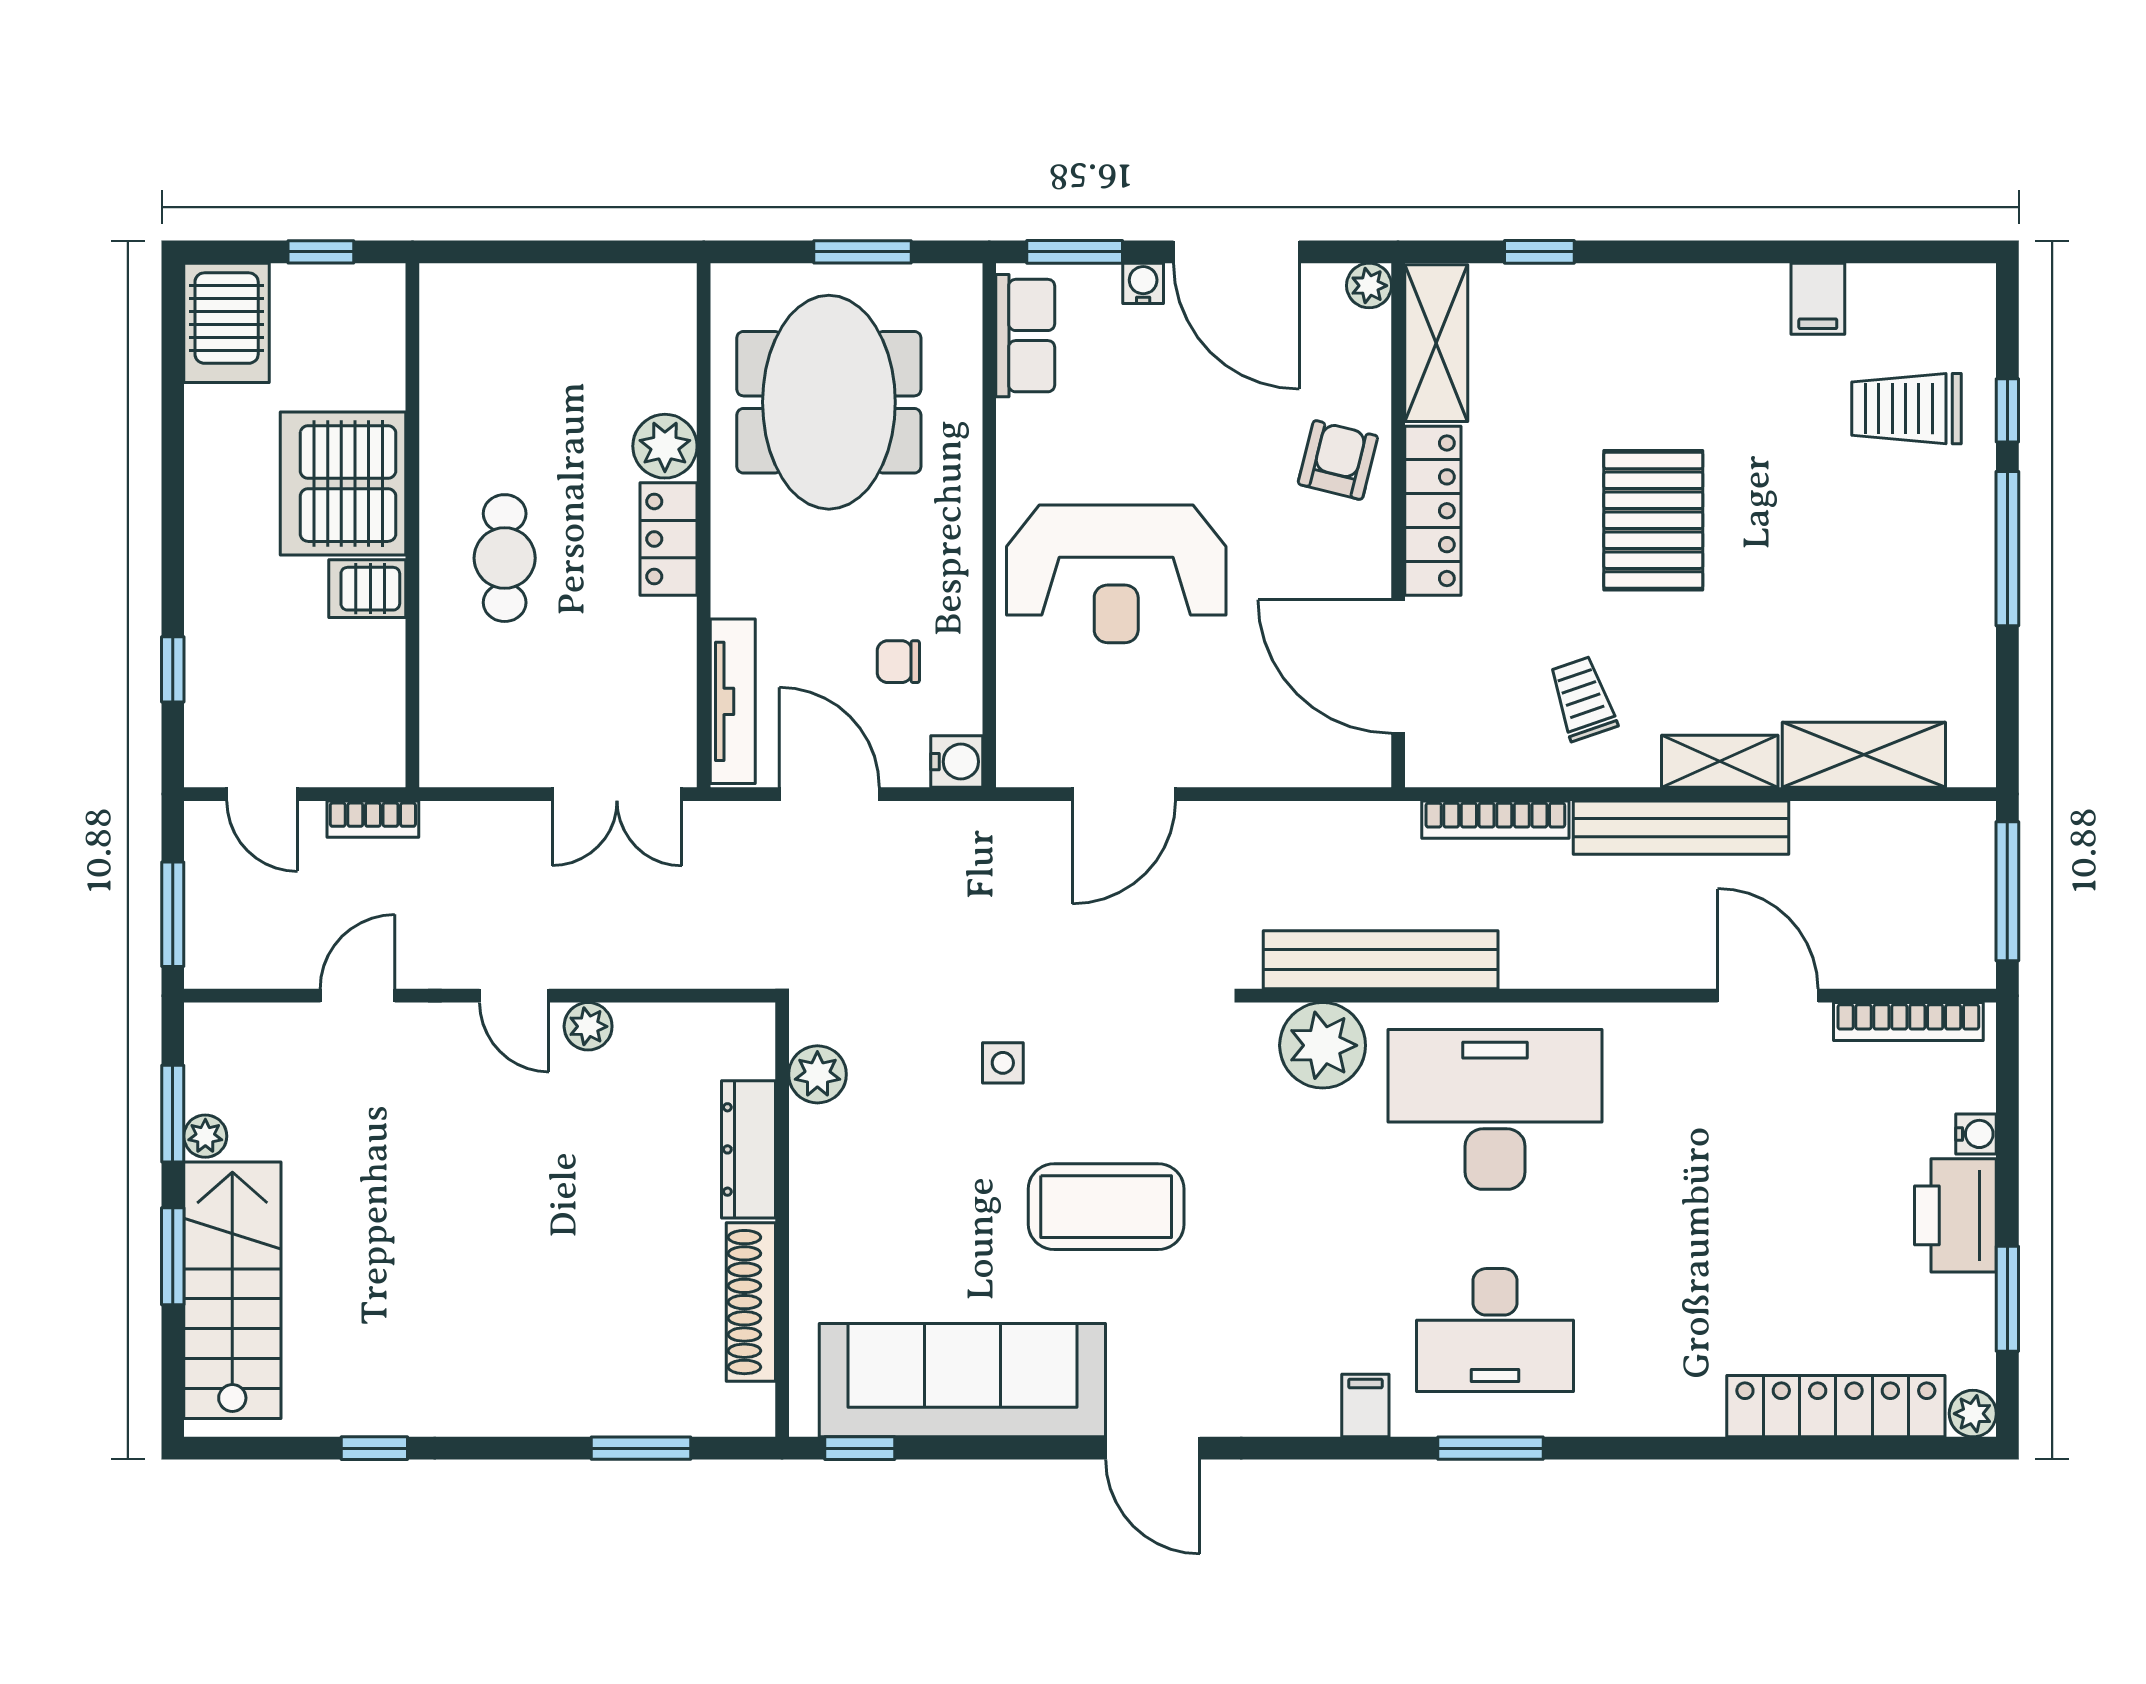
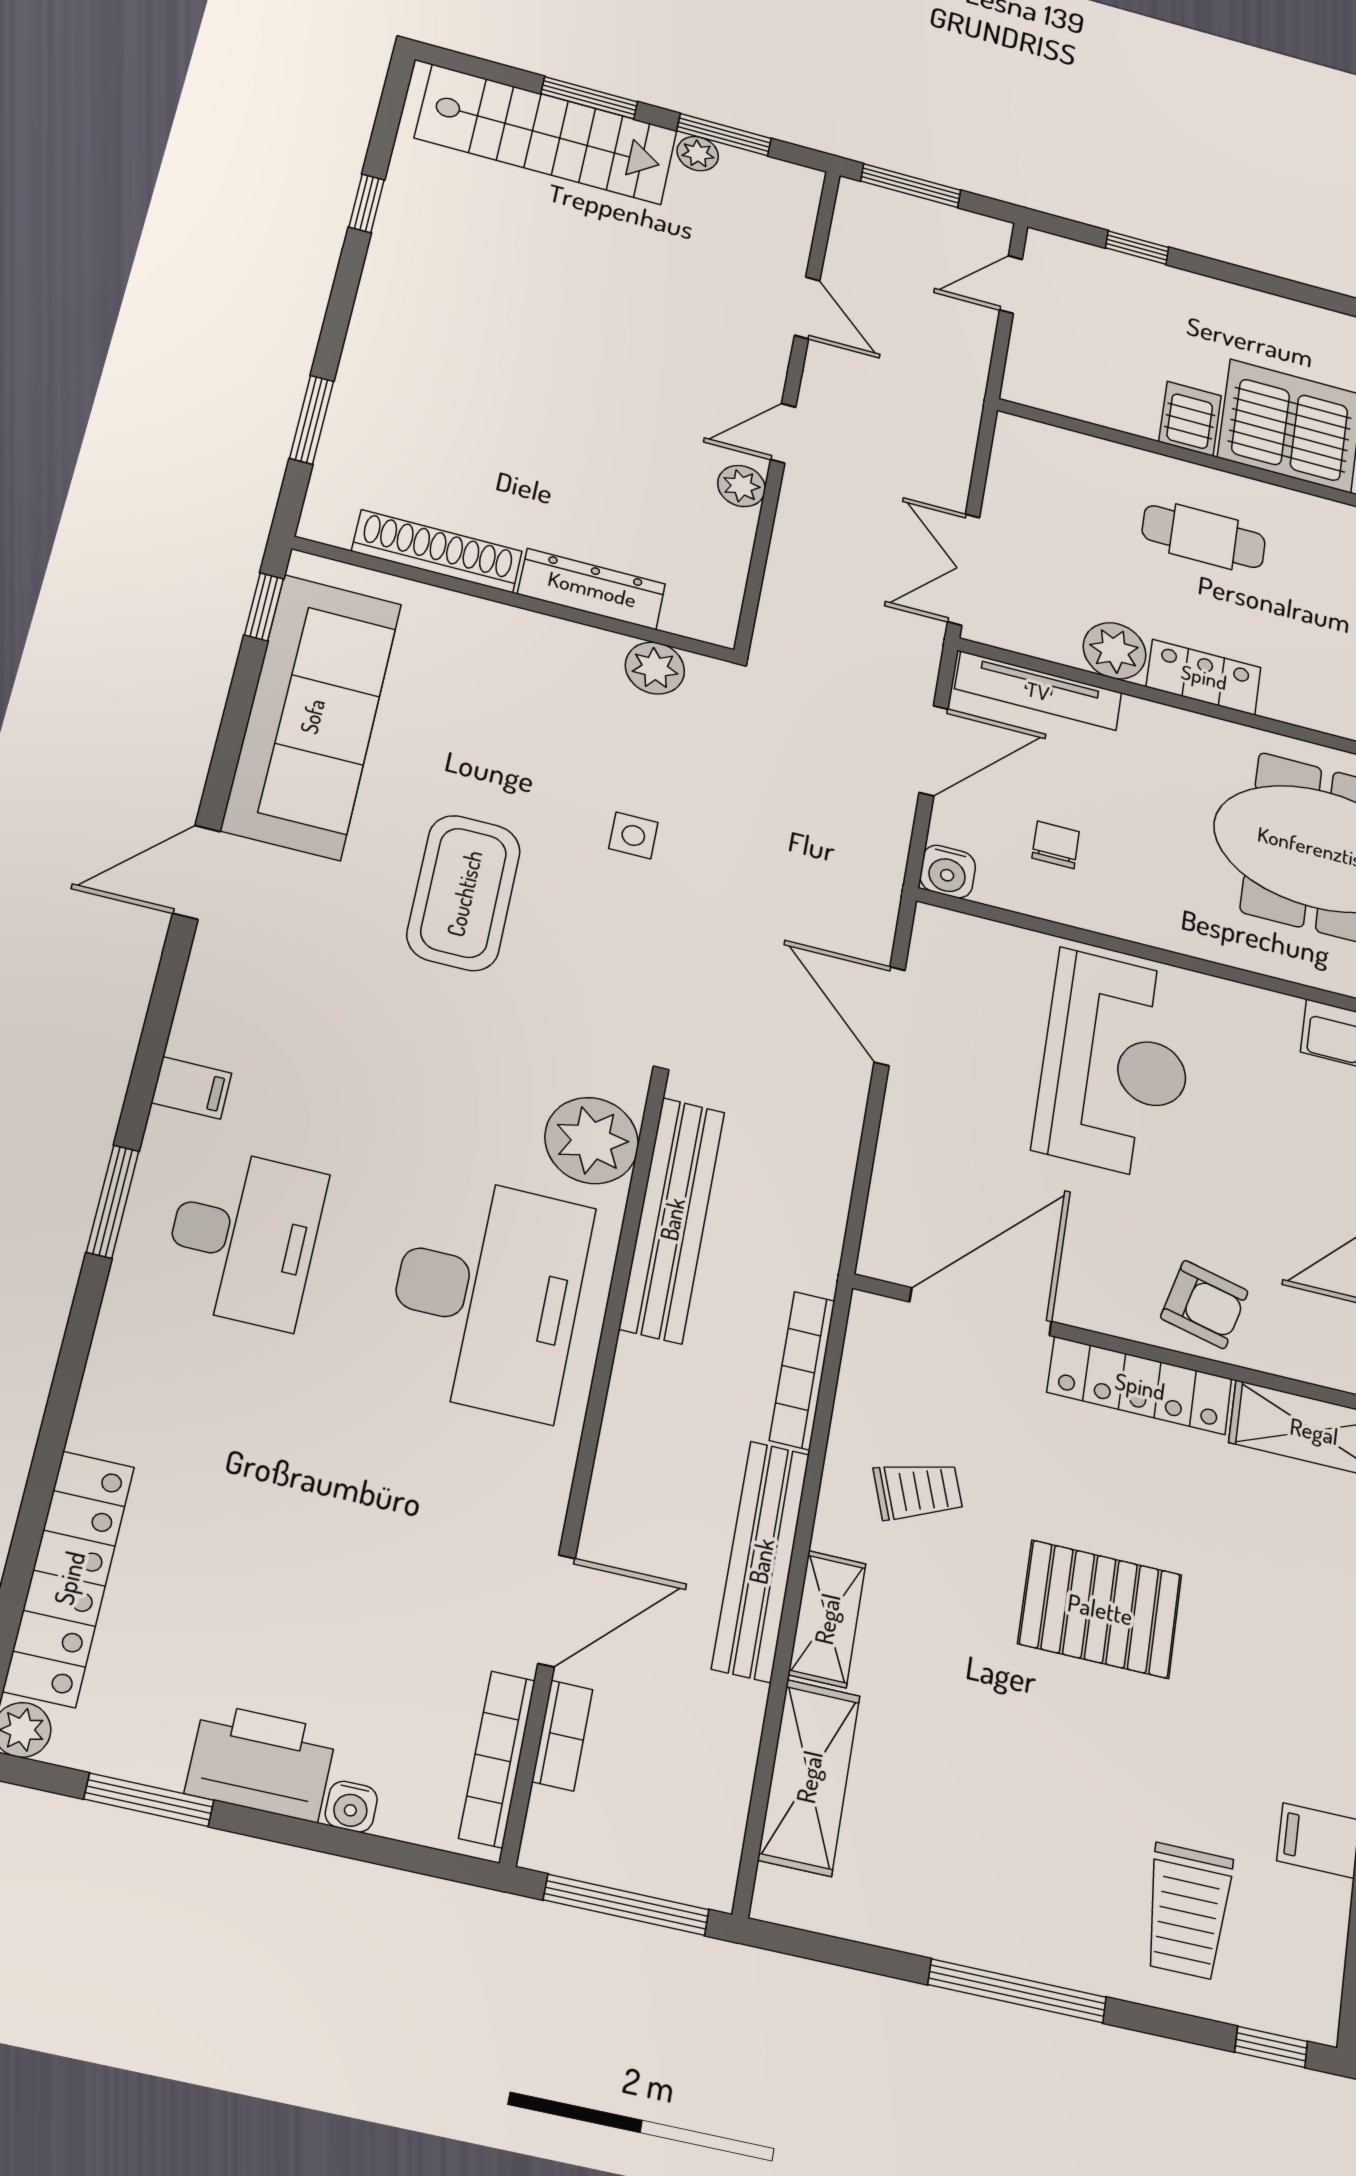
trolley: (1906, 409) -> (1188, 1911), turned 180
window: (2007, 410) -> (1271, 2047), moved
plant: (665, 446) -> (1114, 651), moved
reception desk: (1116, 574) -> (1115, 1065), turned 180
bookcase: (373, 819) -> (562, 1735), moved, turned 180
desk: (1495, 1330) -> (244, 1237), turned 180

